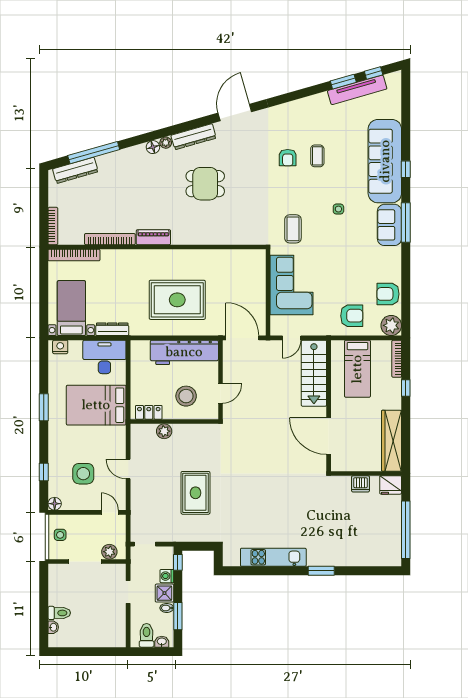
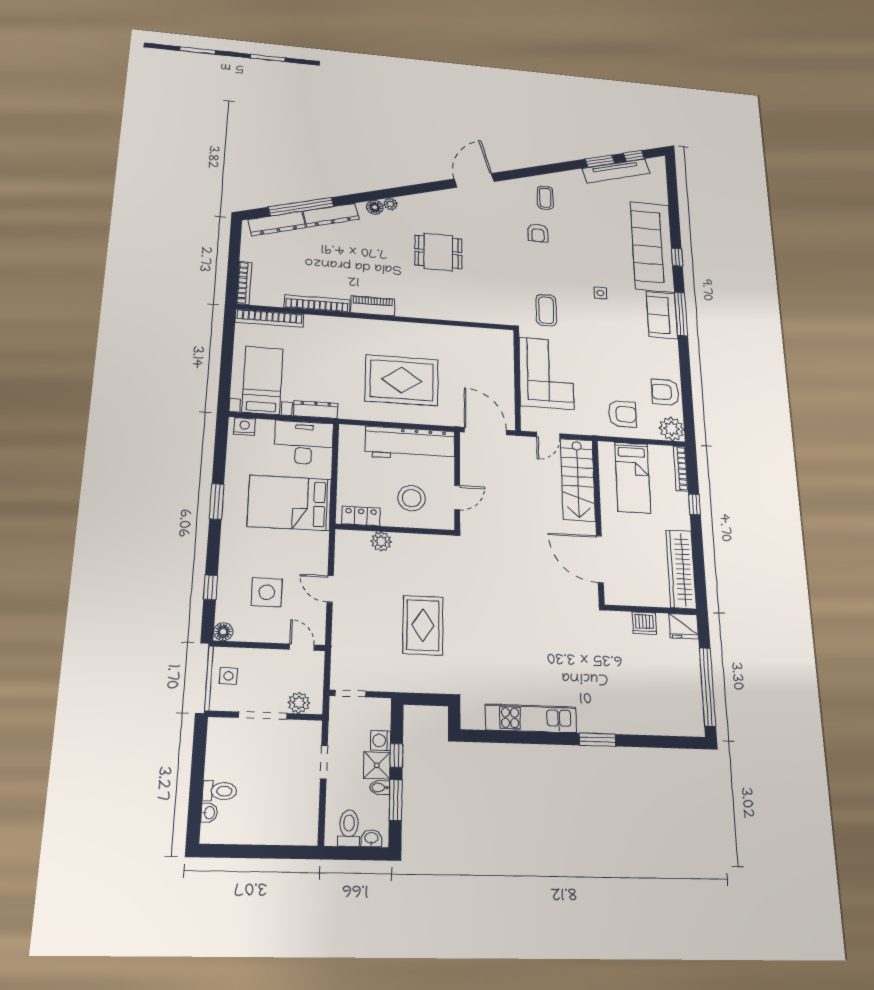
dresser: (194, 137) -> (331, 215), moved
coffee table: (317, 156) -> (545, 198), moved
window: (178, 562) -> (396, 755), moved

